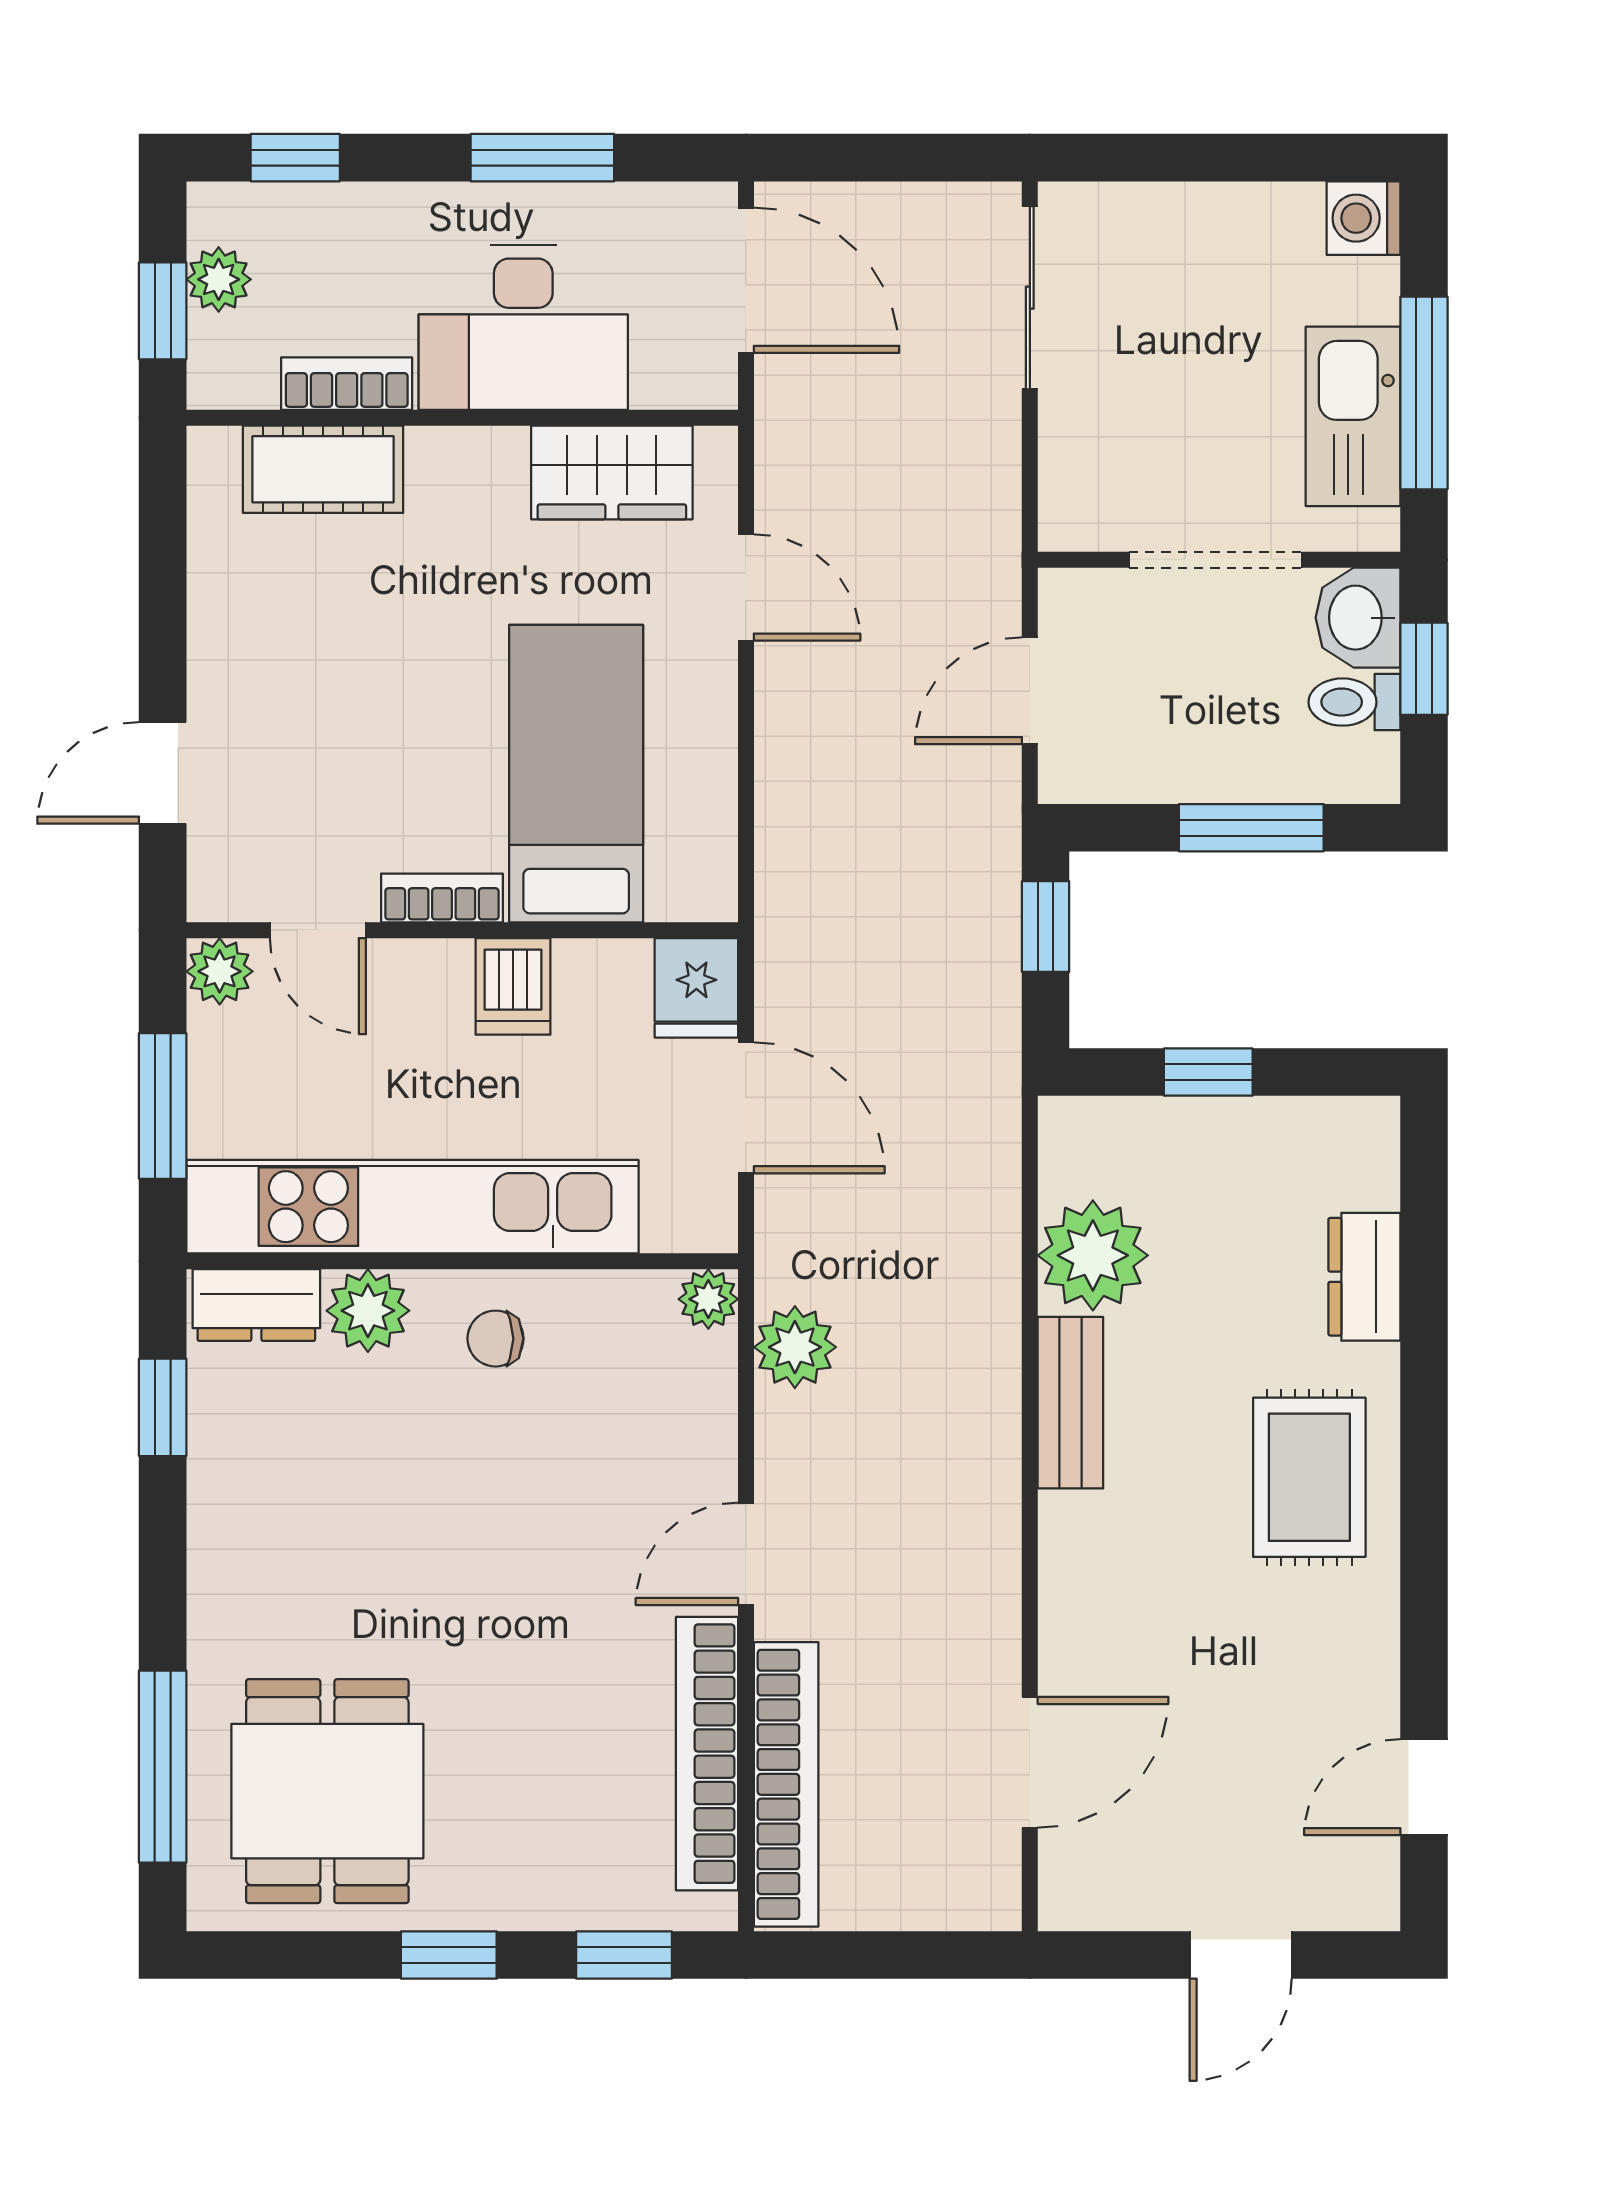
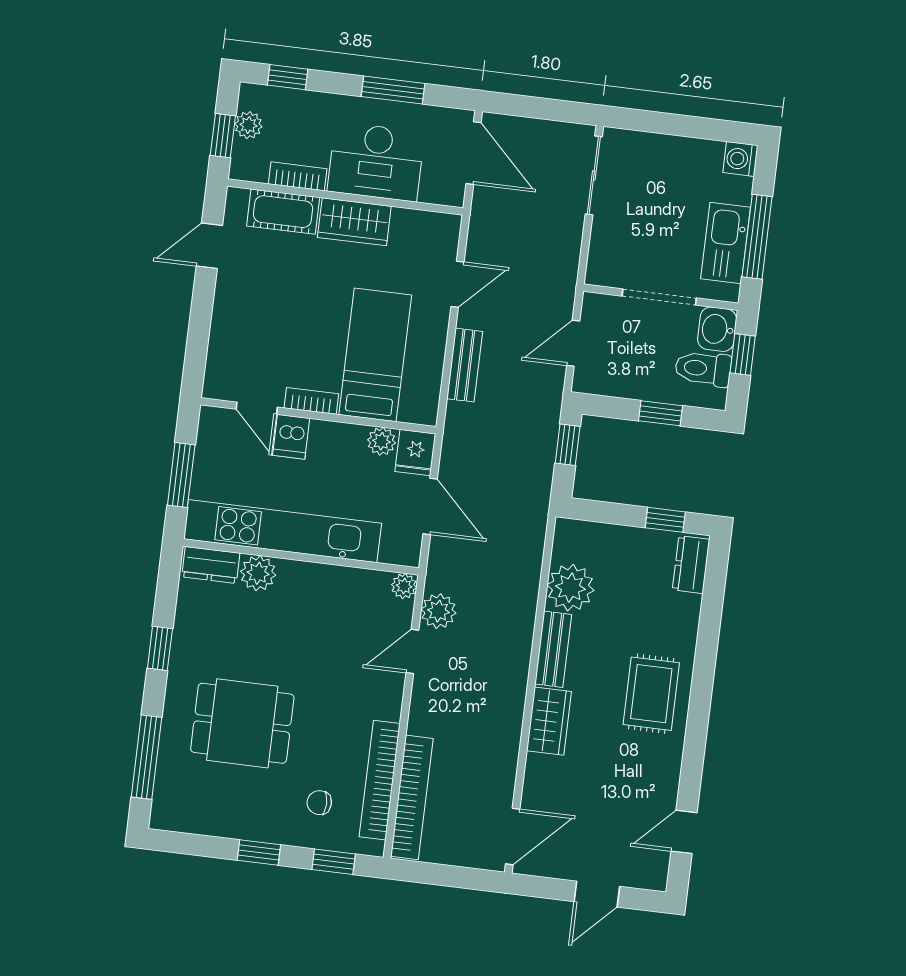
wardrobe: (612, 472) -> (354, 222), moved
door: (746, 587) -> (457, 284), hinge flipped
toilet: (1354, 702) -> (703, 369), width x1.37, depth x1.39
bench: (786, 772) -> (465, 365), added
door: (163, 773) -> (209, 246), moved
window: (1251, 828) -> (661, 413), width x0.67
plant: (220, 971) -> (381, 441), moved
dishwasher: (513, 986) -> (291, 437), moved
window: (1208, 1072) -> (665, 520), moved
dresser: (1364, 1277) -> (691, 565), moved
chair: (495, 1339) -> (319, 803), moved
window: (163, 1407) -> (160, 648), moved
door: (746, 1554) -> (412, 651), moved
wardrobe: (1081, 1570) -> (549, 721), added
door: (1030, 1762) -> (513, 836), moved
dining table: (327, 1791) -> (242, 723), moved, turned 90

